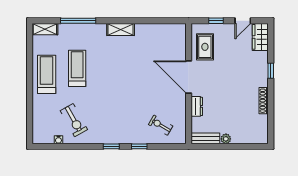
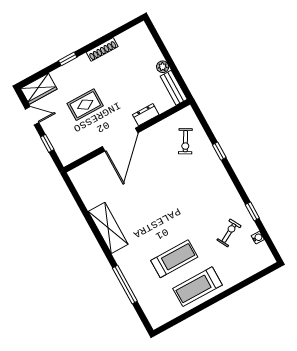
shelving: (45, 29) -> (152, 314), removed
shelving: (121, 29) -> (108, 228), width x1.50, depth x1.33
rug: (205, 47) -> (85, 105), moved
treadmill: (77, 68) -> (174, 259), turned 180
exercise bike: (74, 120) -> (229, 233), width x0.73, depth x0.72
window: (111, 146) -> (252, 211), moved

